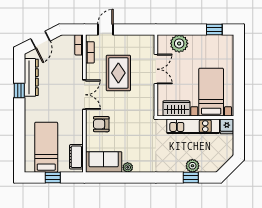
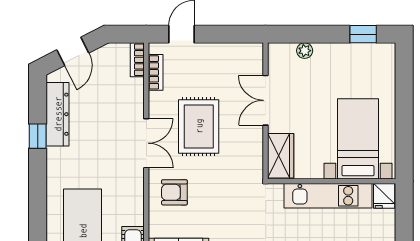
plant: (179, 43) -> (305, 51), width x0.53, depth x0.53
double door: (156, 69) -> (266, 100), swing flipped
rug: (118, 73) -> (199, 126), moved
wardrobe: (176, 108) -> (281, 156), moved, turned 90

